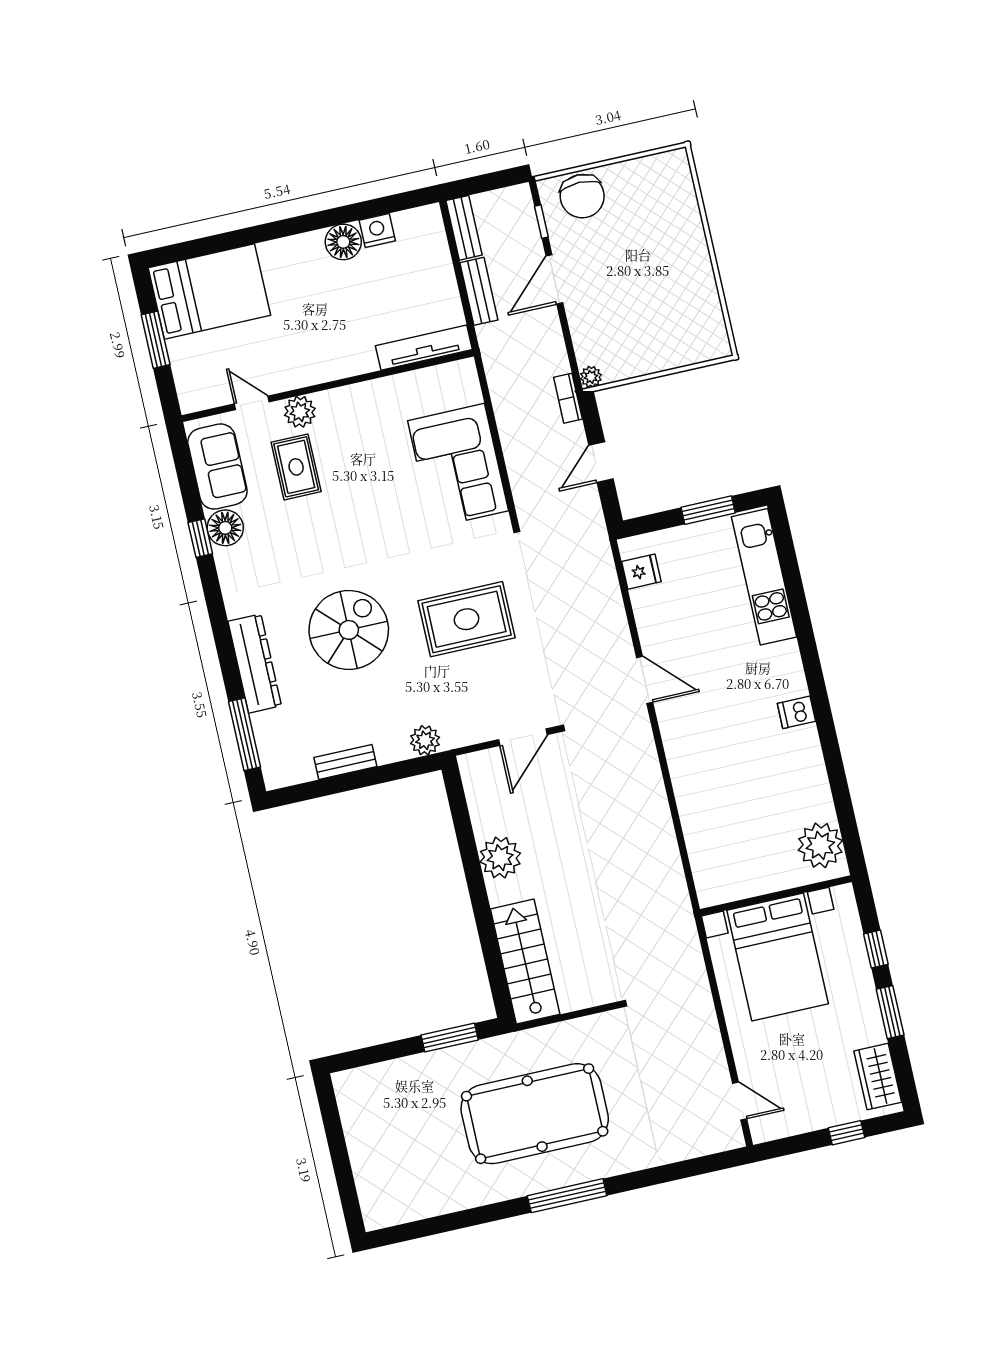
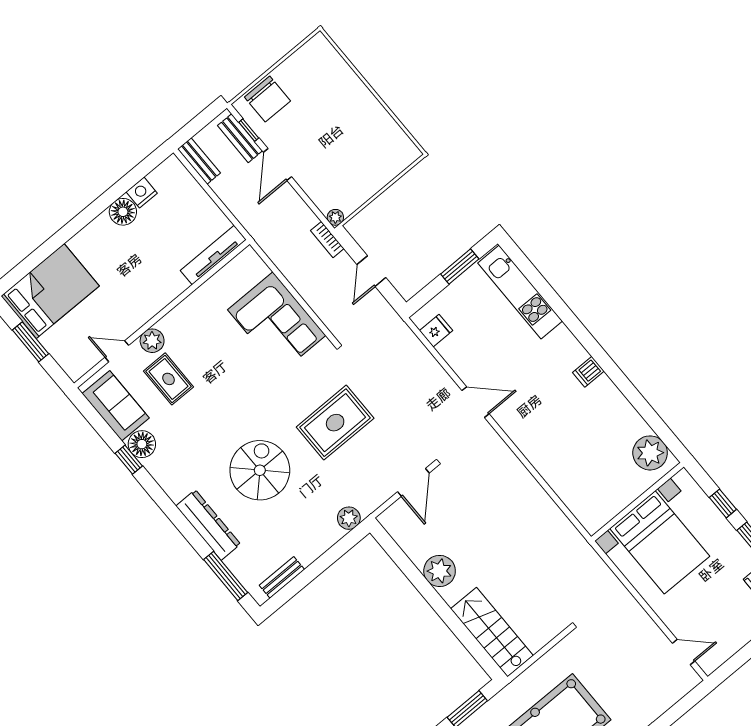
bench: (479, 291) -> (240, 138), moved
bench: (345, 762) -> (282, 577), moved

